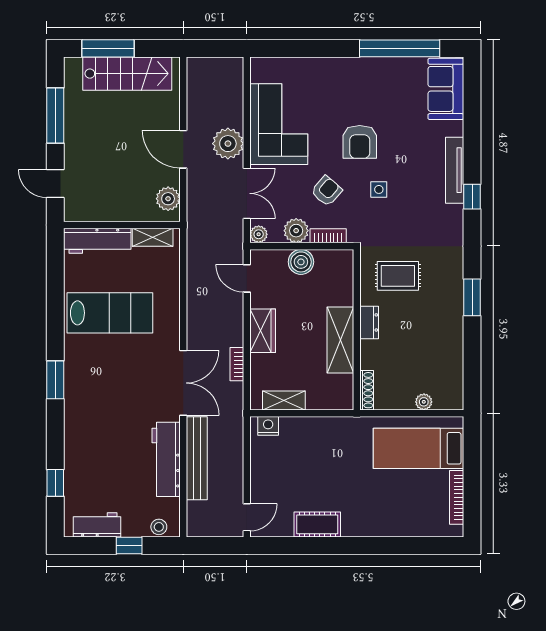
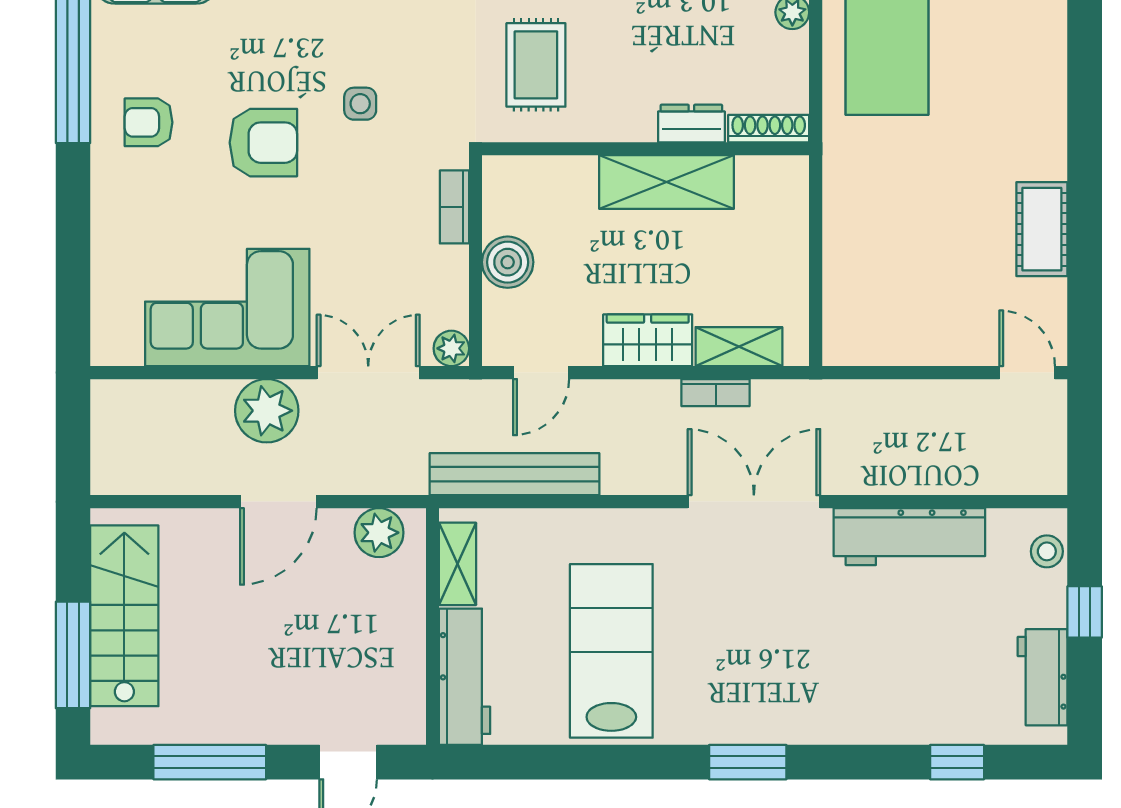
armchair: (327, 191) -> (149, 122), moved, turned -41
plant: (296, 231) -> (444, 272), removed
dresser: (369, 322) -> (691, 123), moved
shelving: (284, 400) -> (739, 347), moved, turned 90
nightstand: (268, 426) -> (841, 329), removed
bench: (197, 458) -> (515, 474), moved

